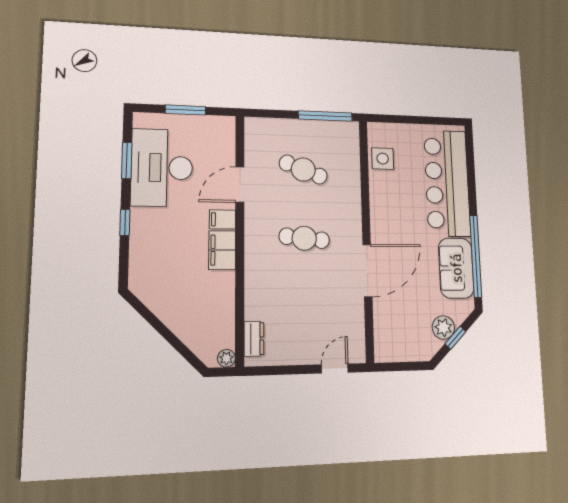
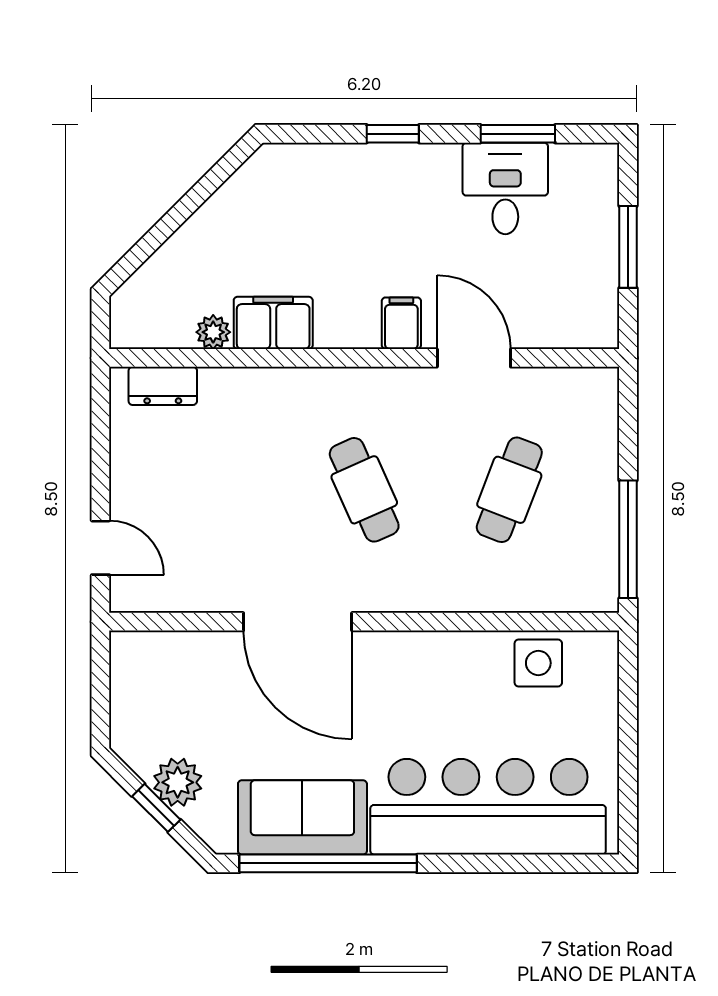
desk: (162, 168) -> (505, 188), width x0.53, depth x0.77
cafe table: (304, 238) -> (364, 490), turned -30
filing cabinet: (222, 250) -> (273, 323), moved
plant: (226, 358) -> (213, 332), moved

